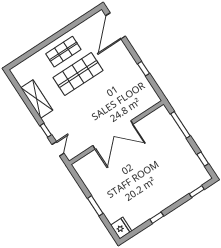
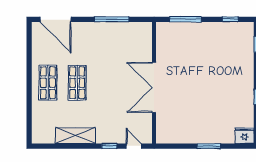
window: (144, 69) -> (112, 19), width x2.17
shop shelf: (78, 74) -> (77, 83), width x0.70, depth x0.74
double door: (113, 135) -> (154, 87), swing flipped

